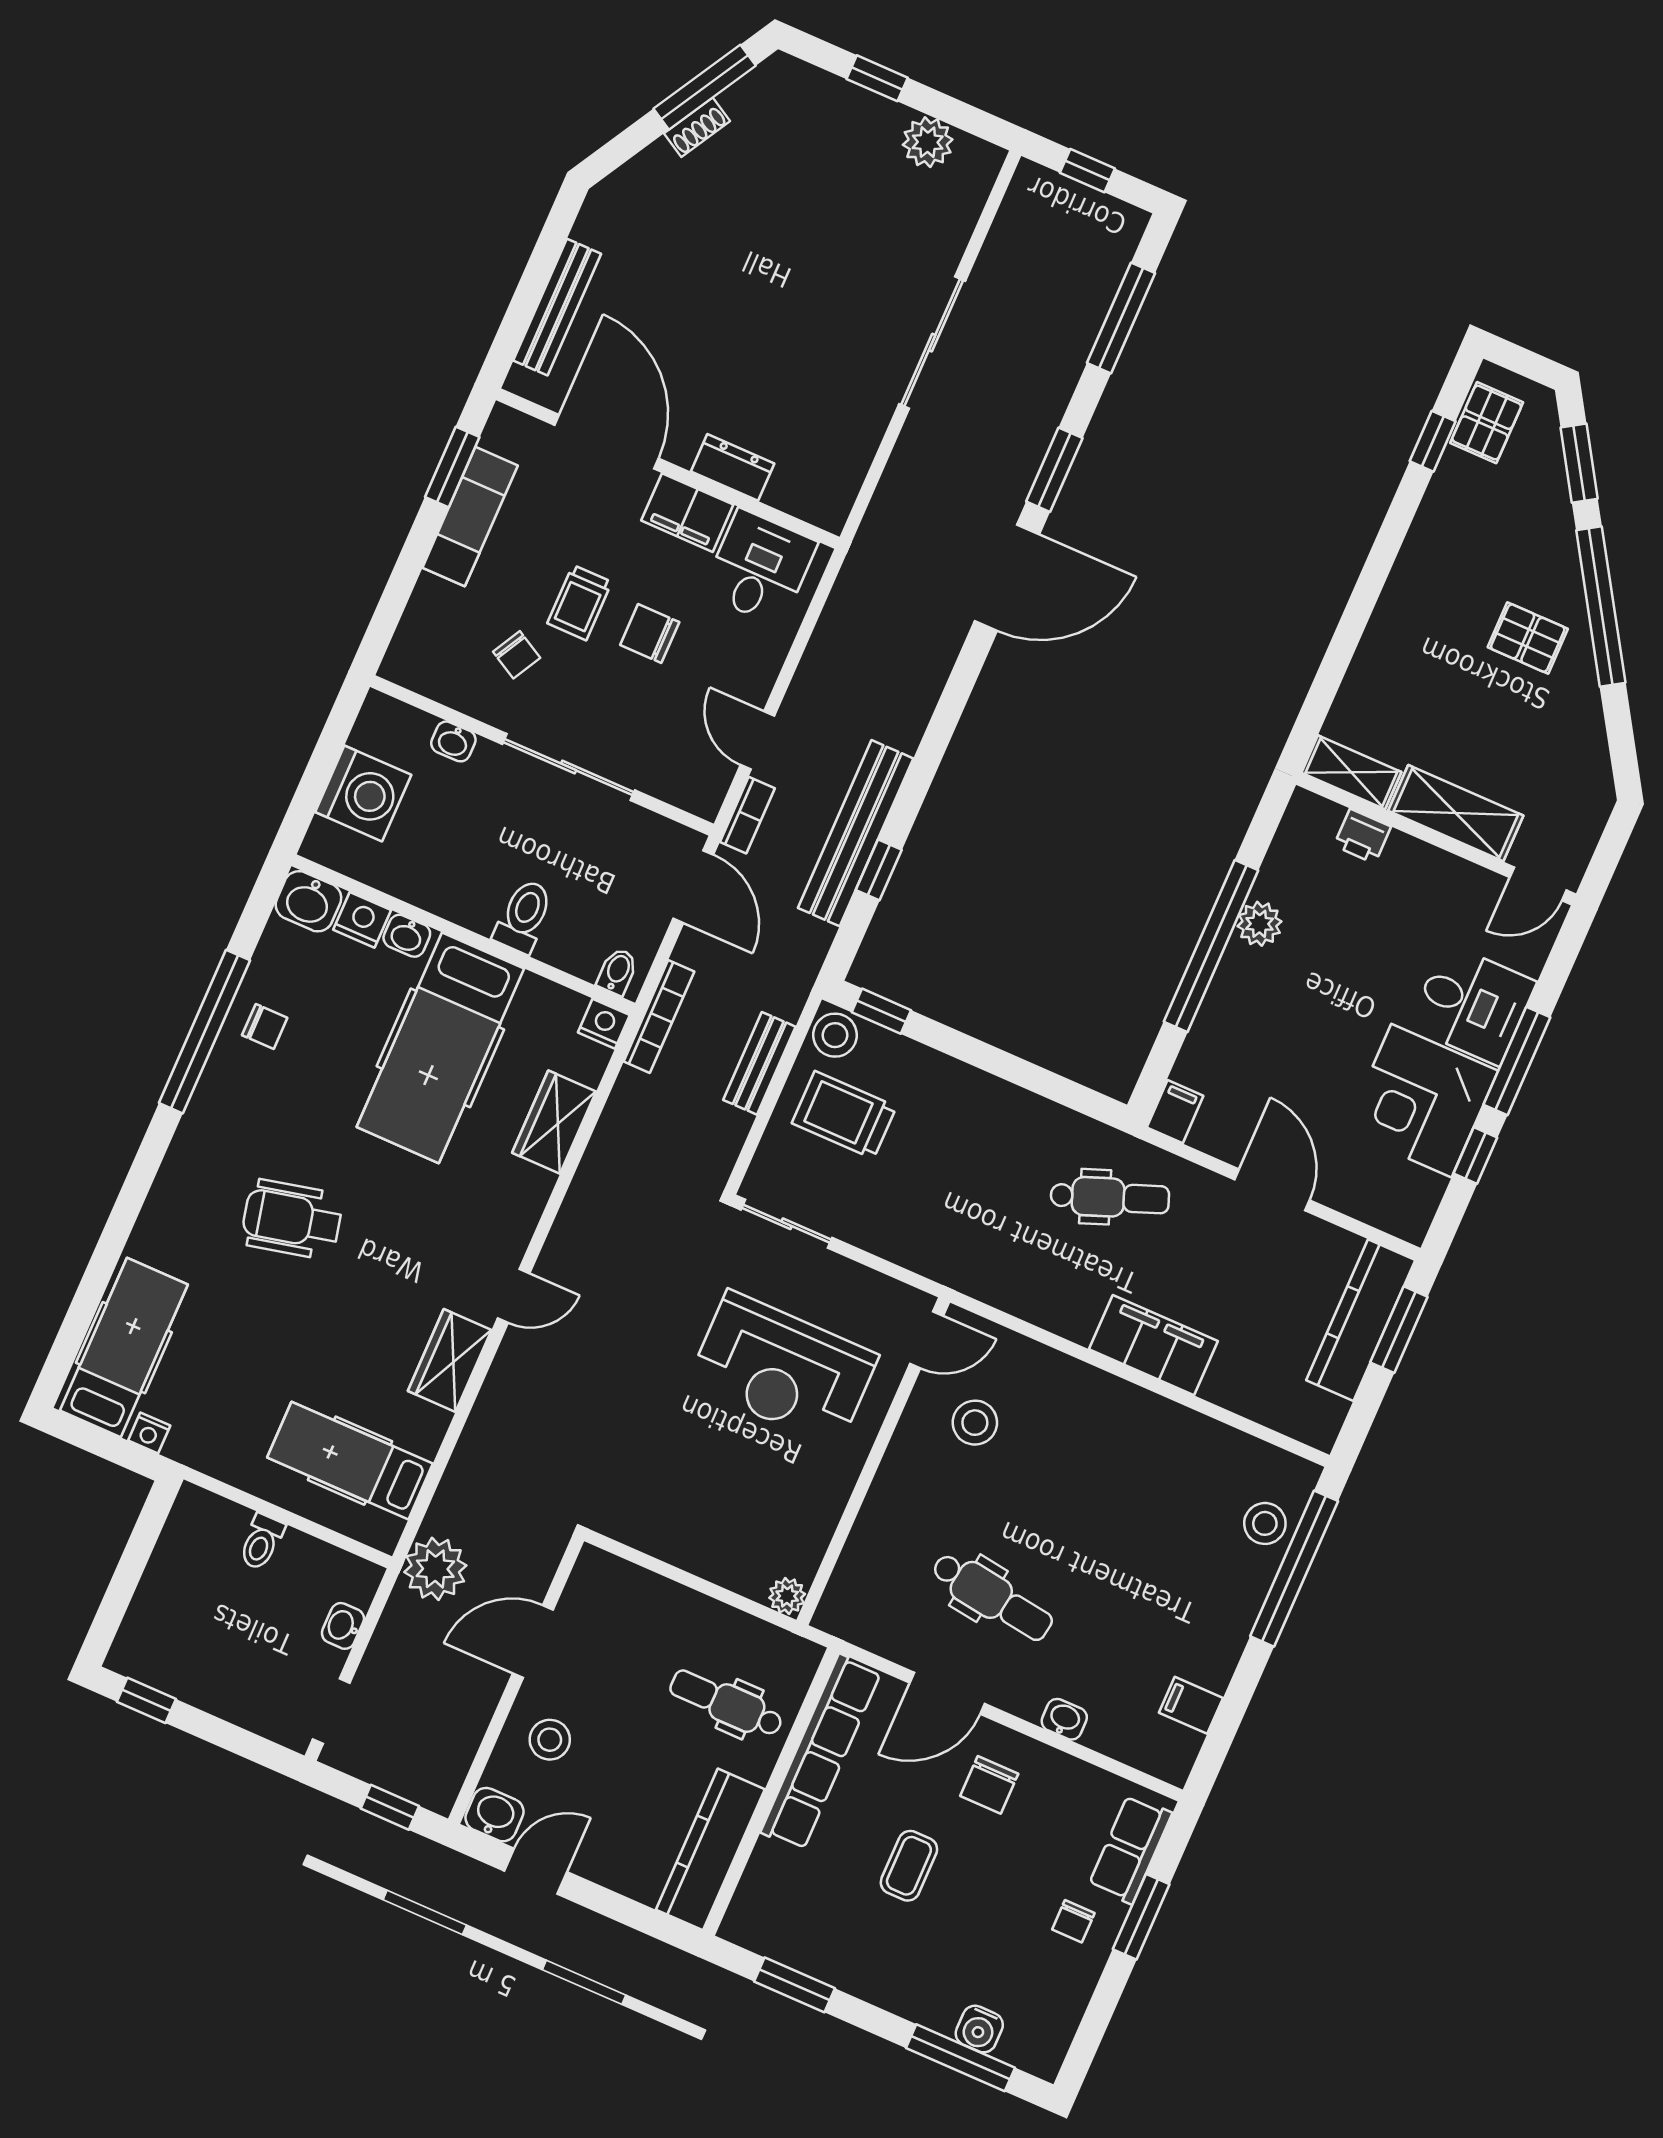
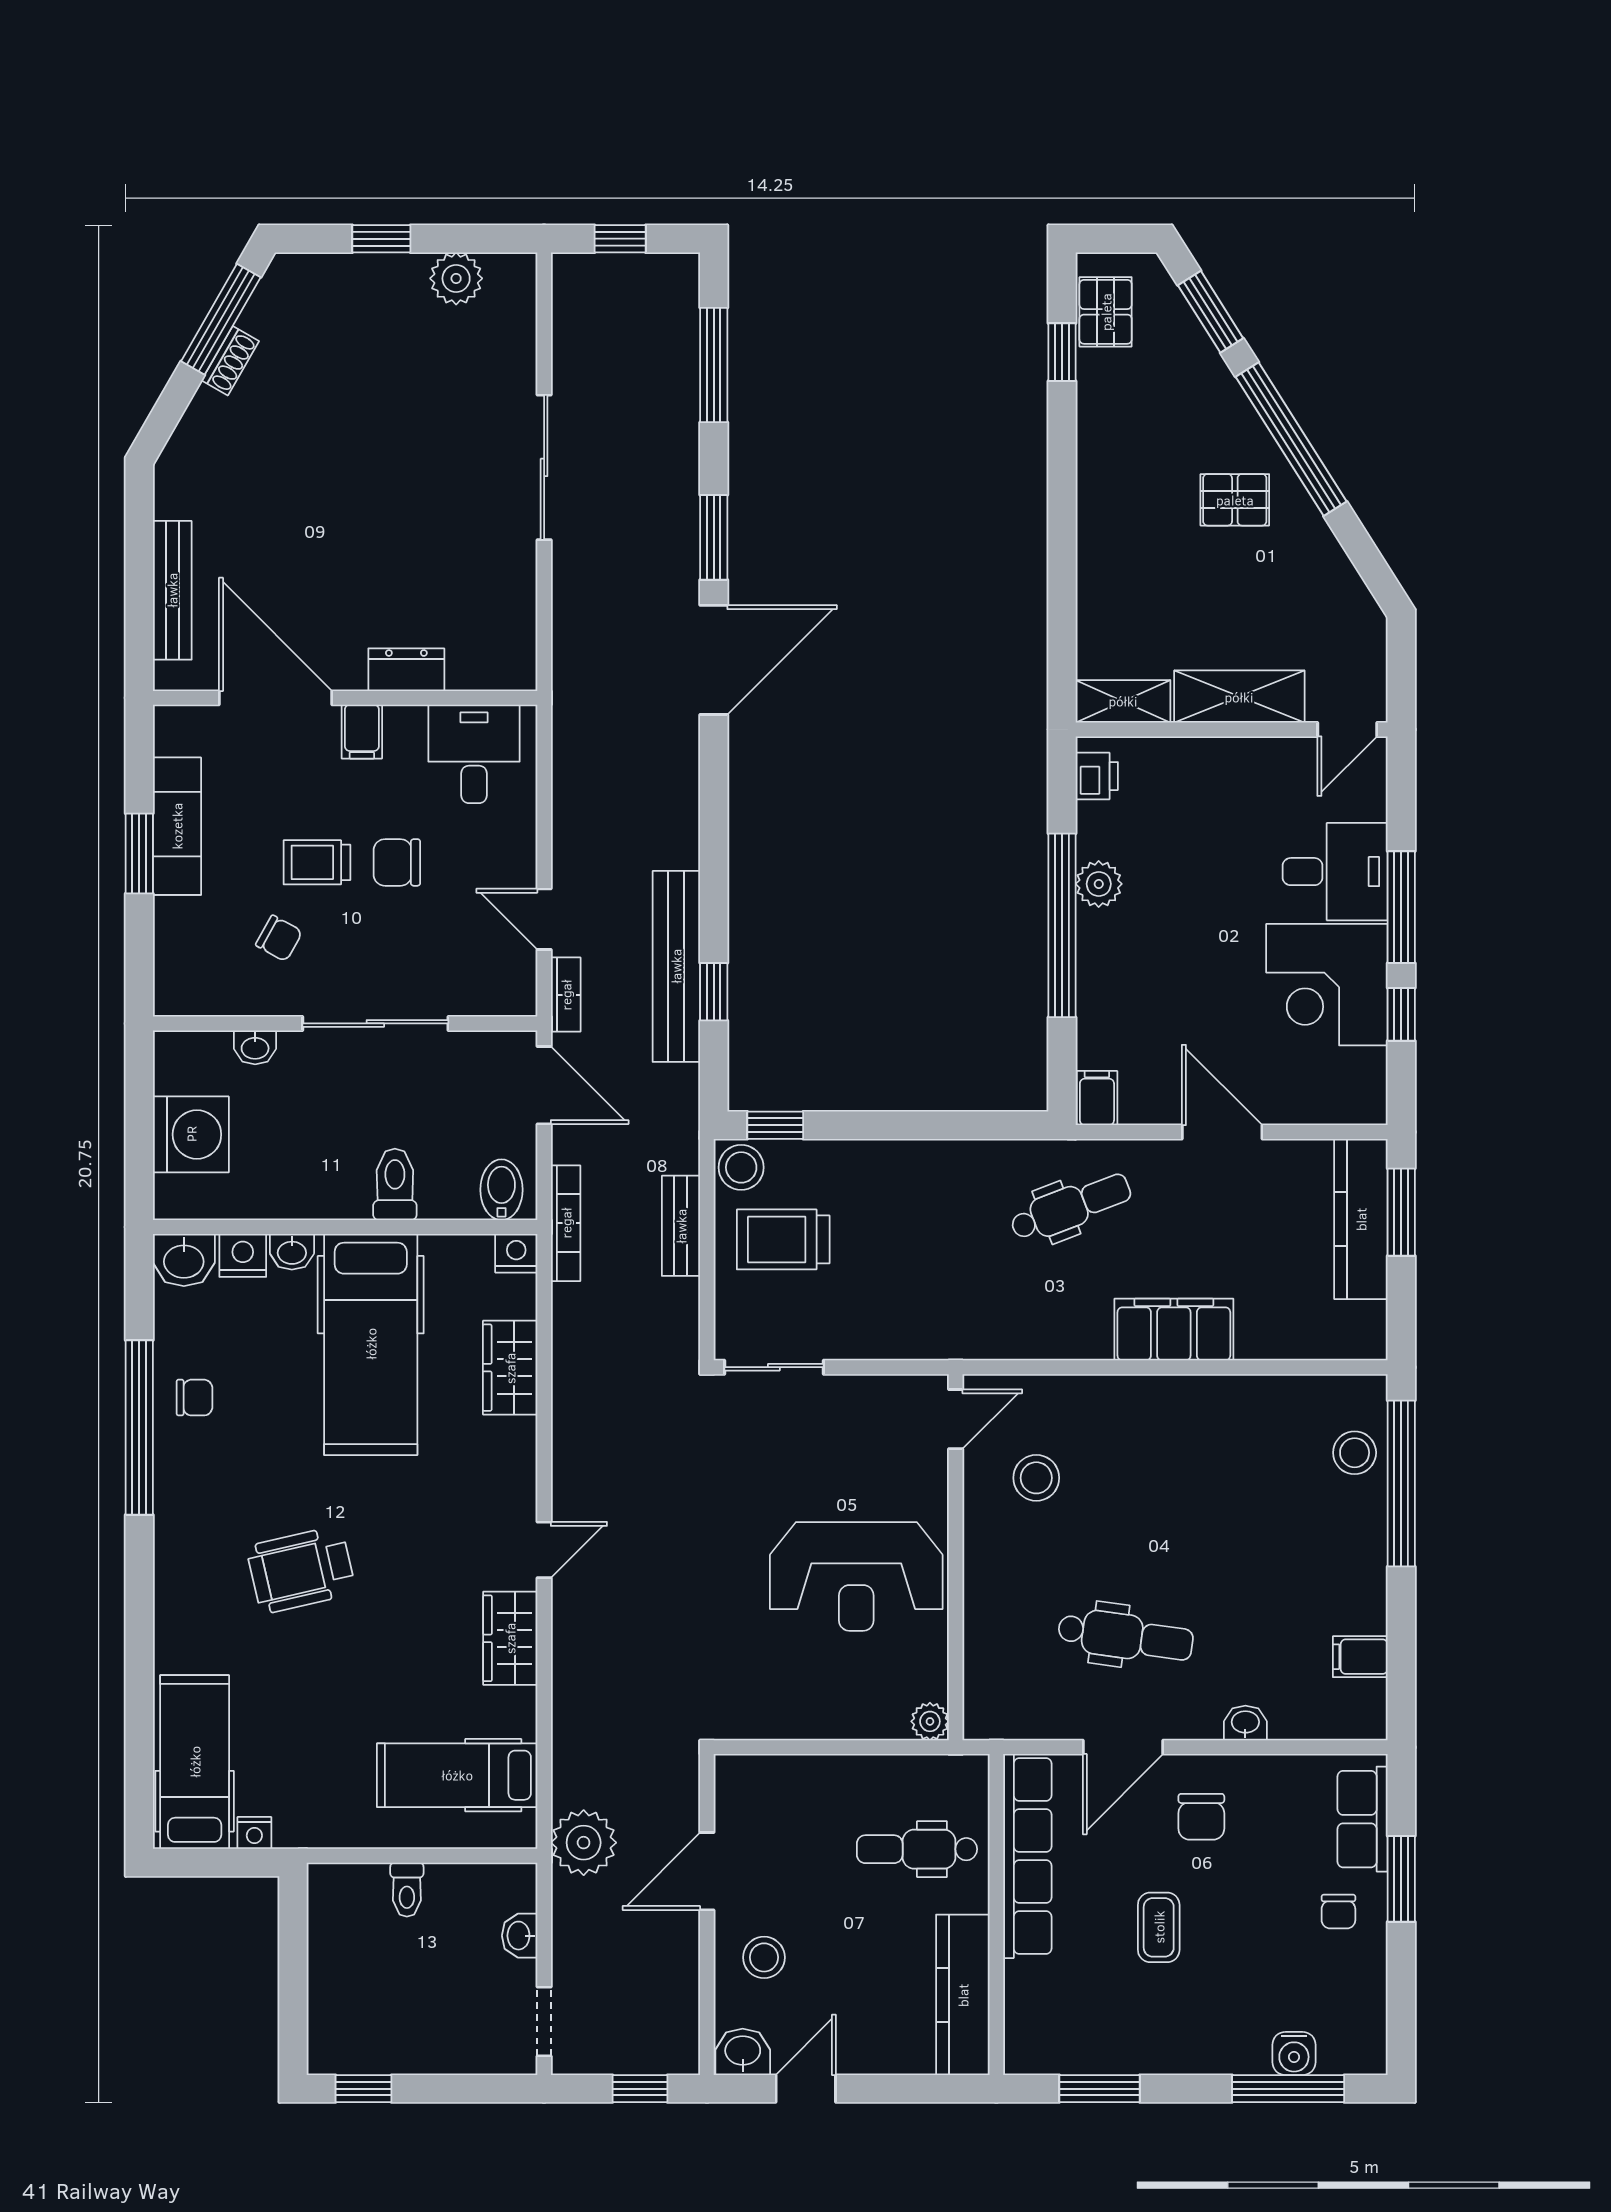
window: (452, 467) -> (139, 853), moved
filing cabinet: (687, 513) -> (362, 732), width x0.50
trolley: (579, 603) -> (317, 862), turned 90
printer: (1362, 836) -> (1097, 776), moved, turned -90
bidet: (617, 972) -> (501, 1190), width x1.38, depth x1.36
reception desk: (783, 1369) -> (856, 1576), moved

